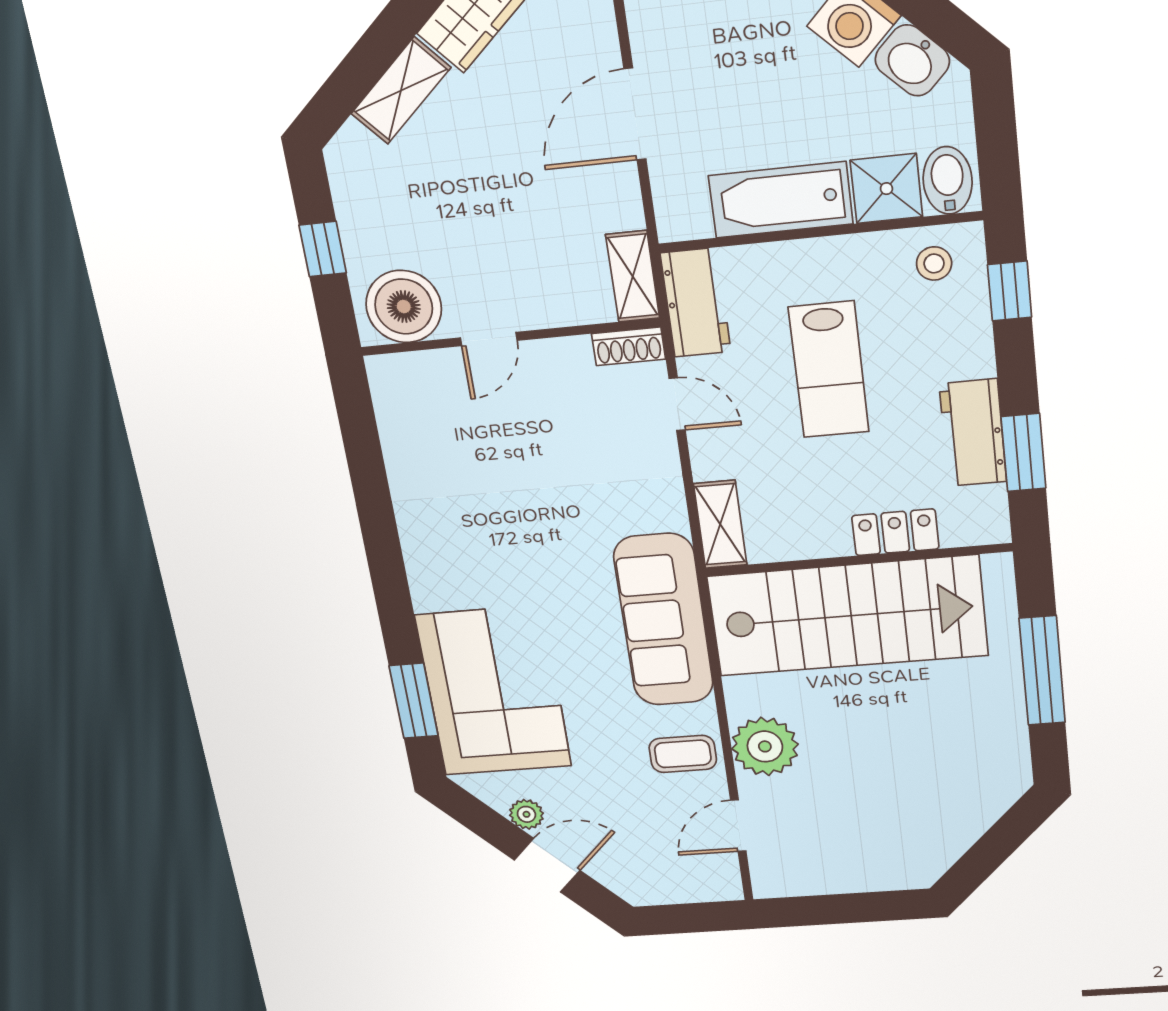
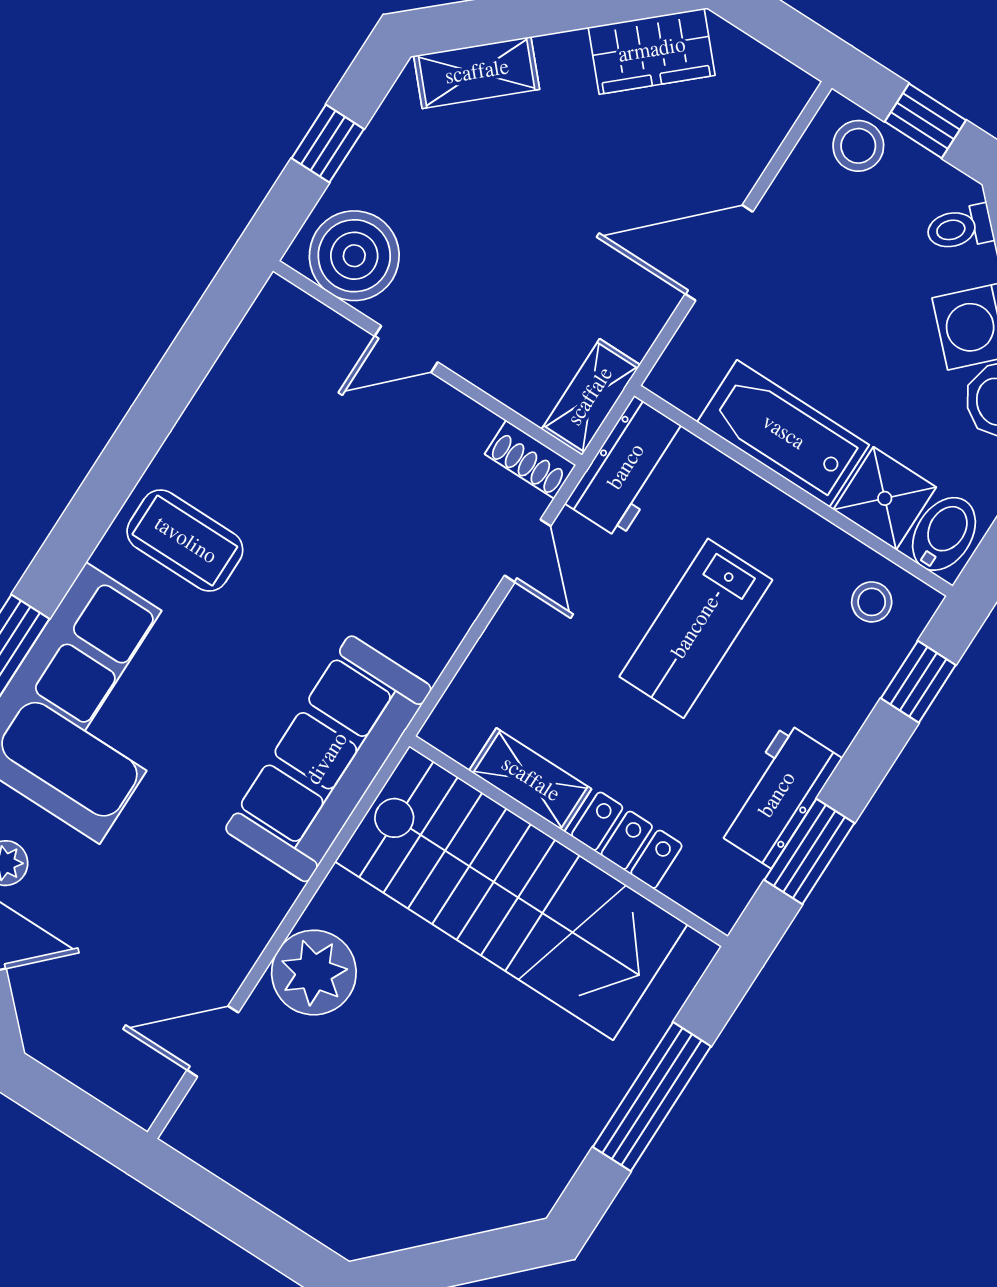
shelving: (401, 91) -> (477, 73), moved
shelving: (720, 524) -> (530, 780), moved, turned 90
coffee table: (683, 754) -> (185, 541), moved, width x1.36, depth x1.30

